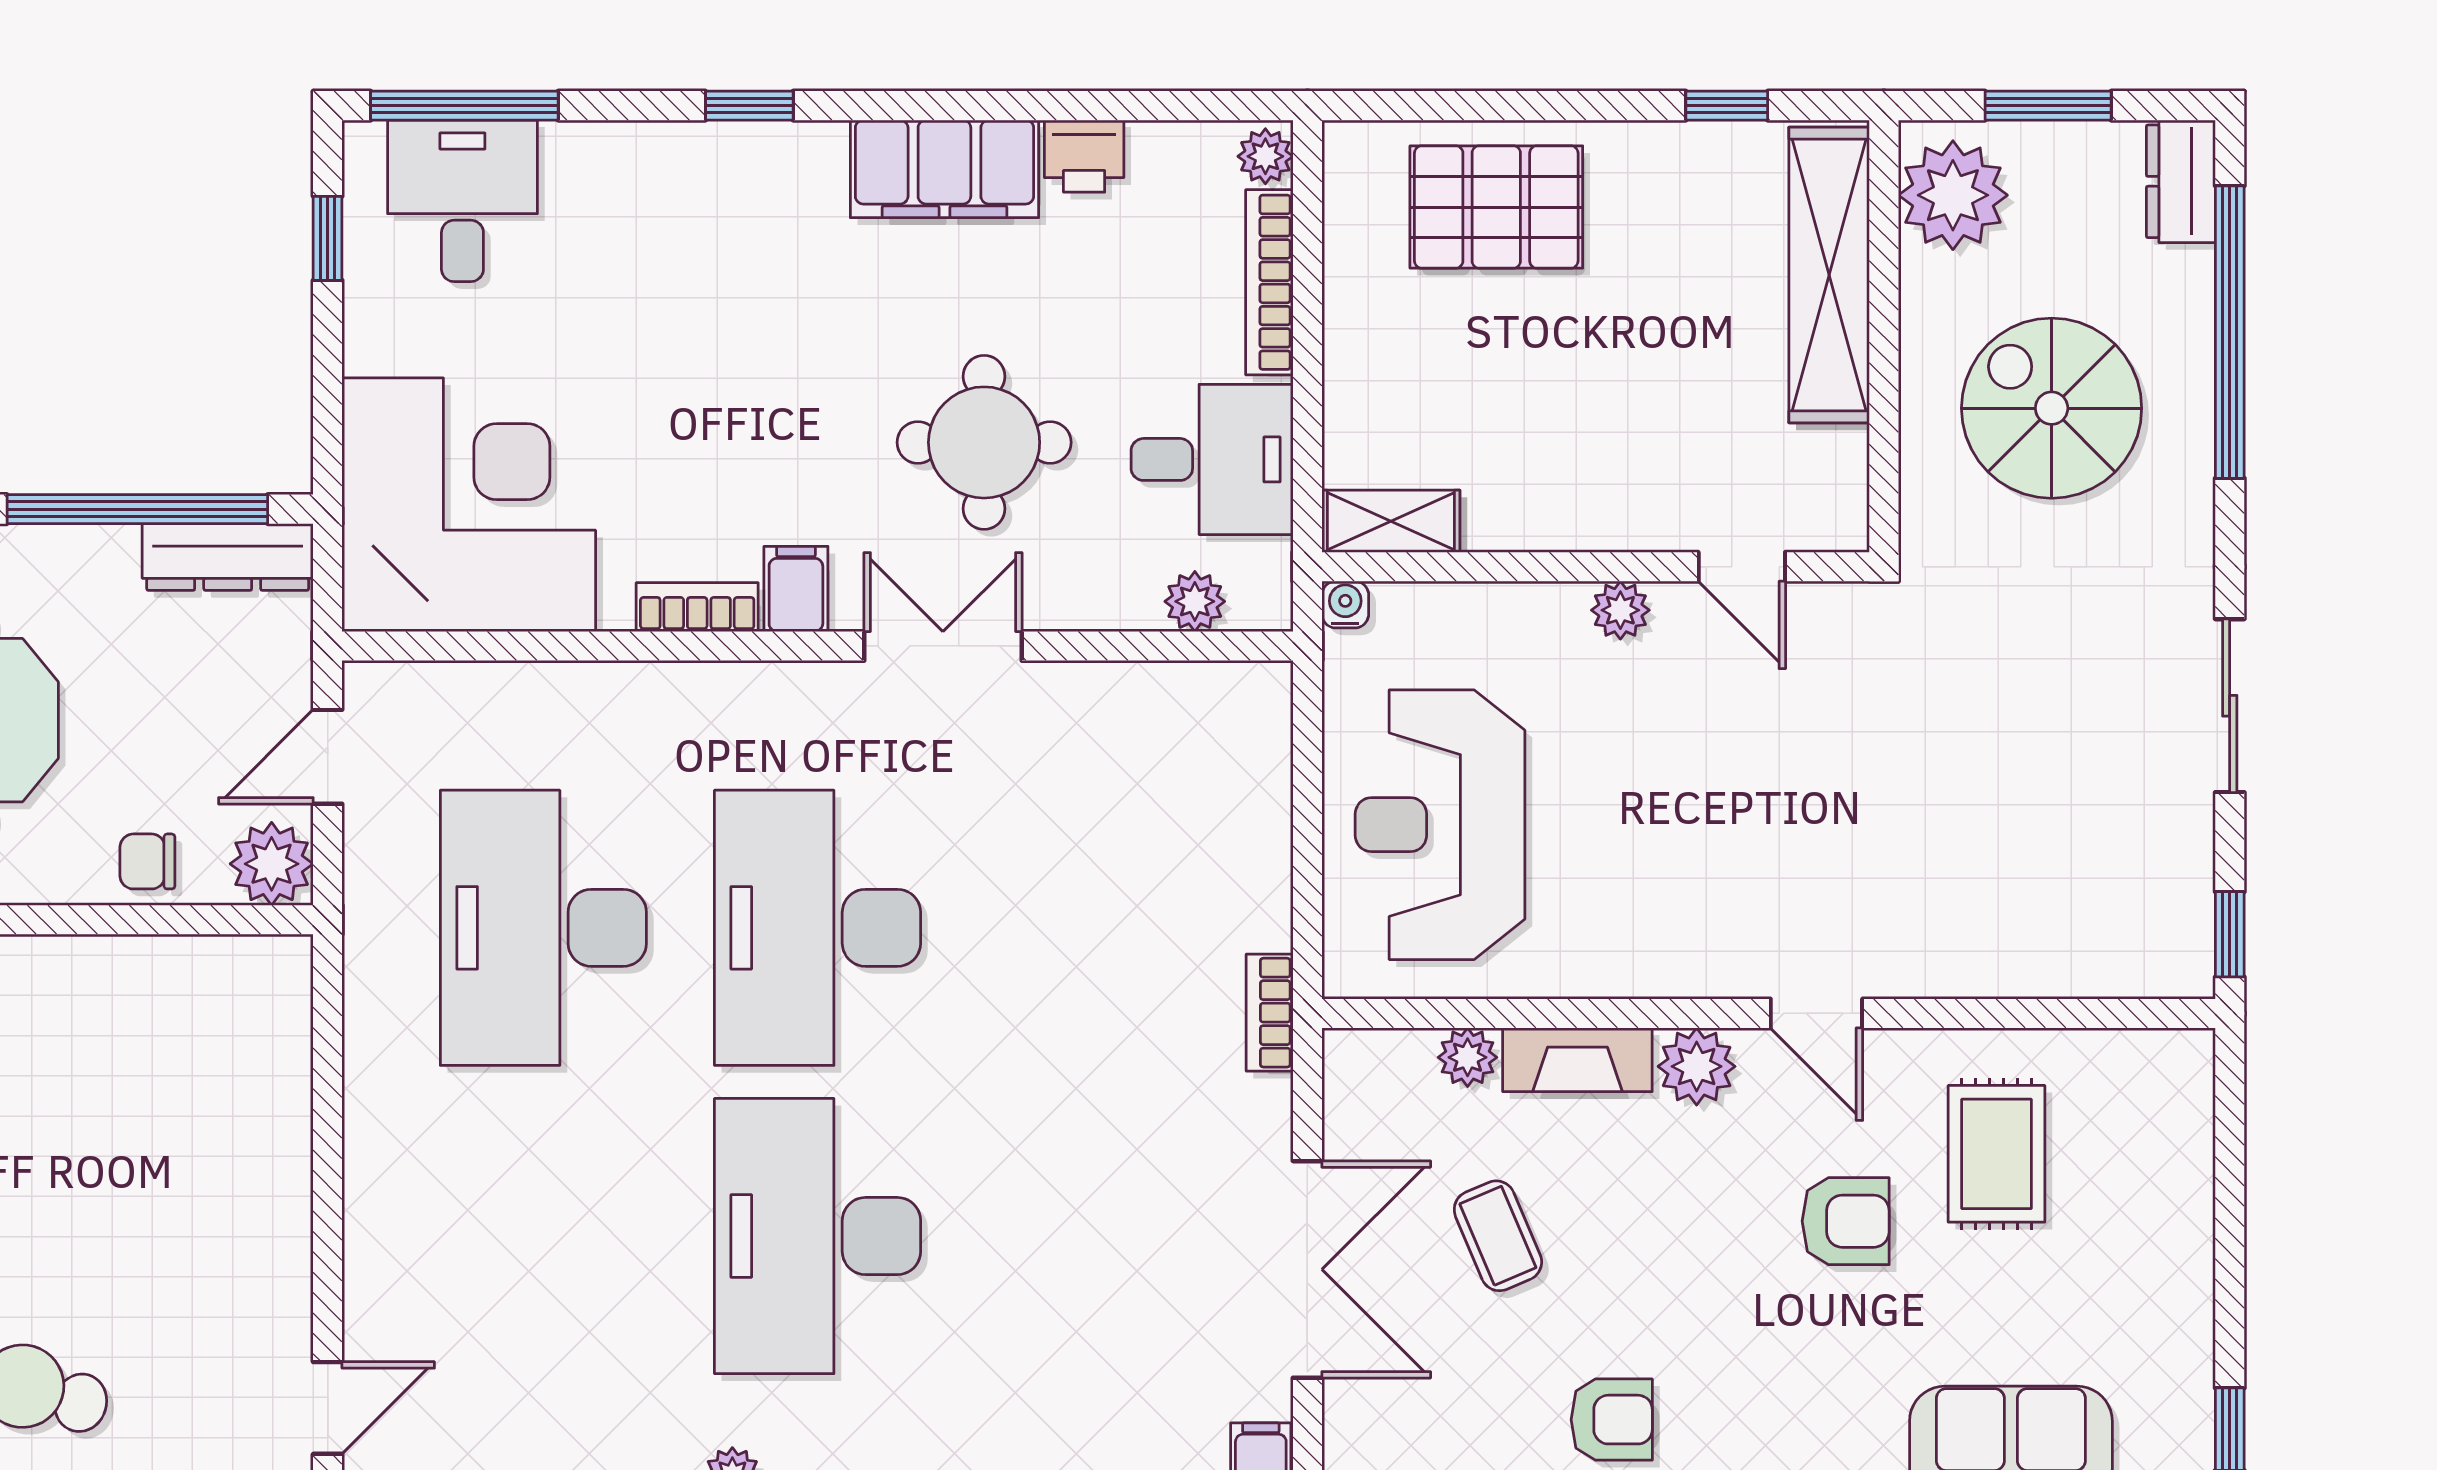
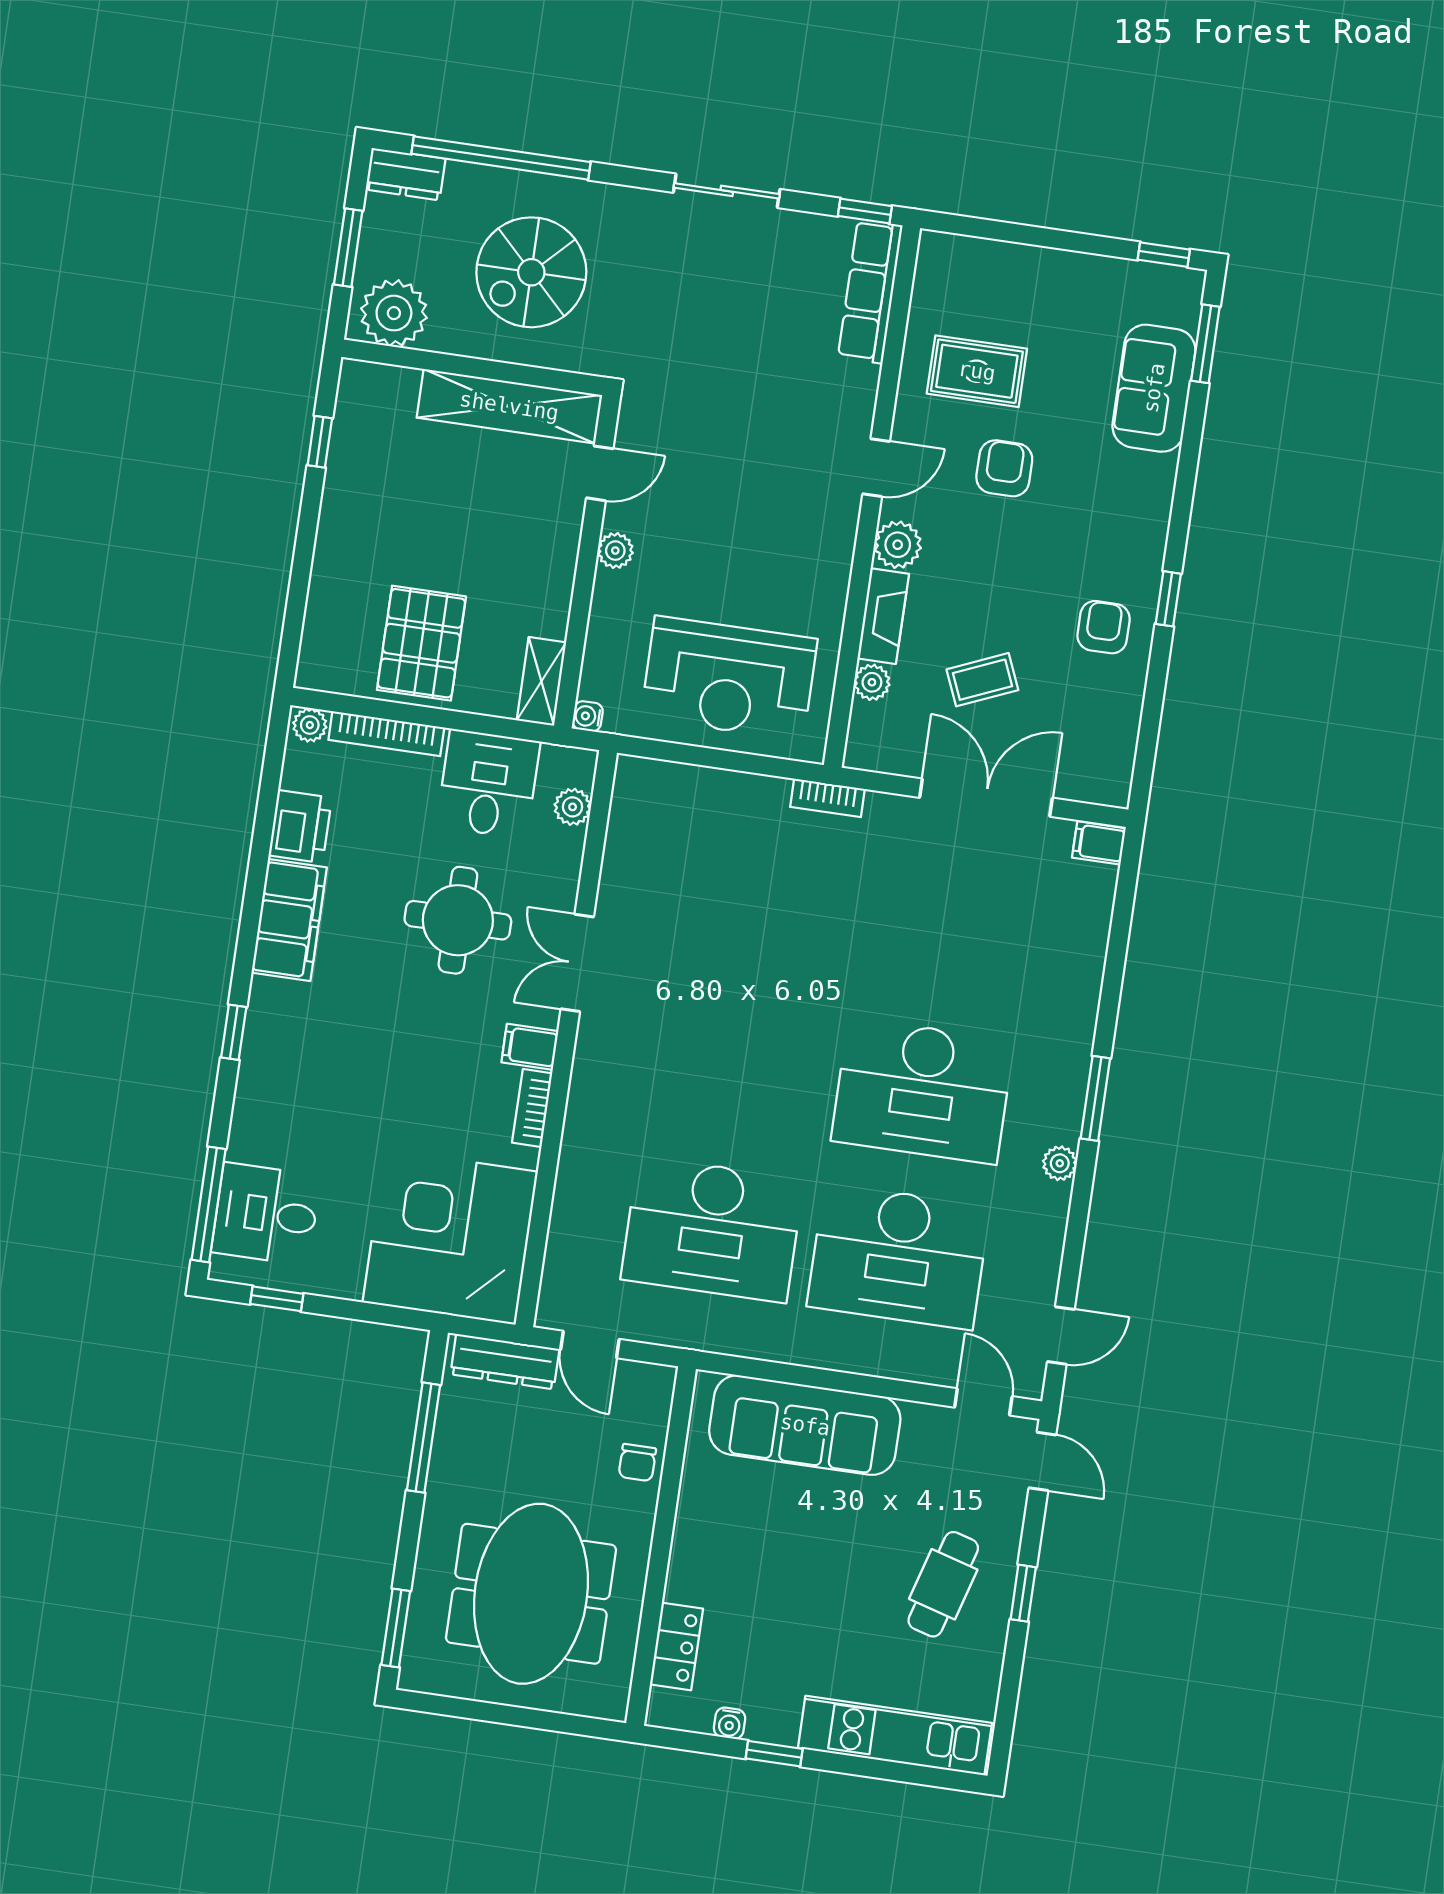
printer: (1084, 156) -> (300, 827), width x1.36, depth x1.24
pallet: (1496, 207) -> (421, 643), moved
shelving: (1829, 275) -> (509, 406), moved
window: (137, 509) -> (424, 1438), width x0.68
dresser: (228, 557) -> (505, 1362), moved, turned 90
plant: (272, 864) -> (650, 1388), removed
desk: (818, 928) -> (898, 1256), moved
row of seats: (2101, 962) -> (870, 291), added
sofa: (248, 1124) -> (805, 1425), added

